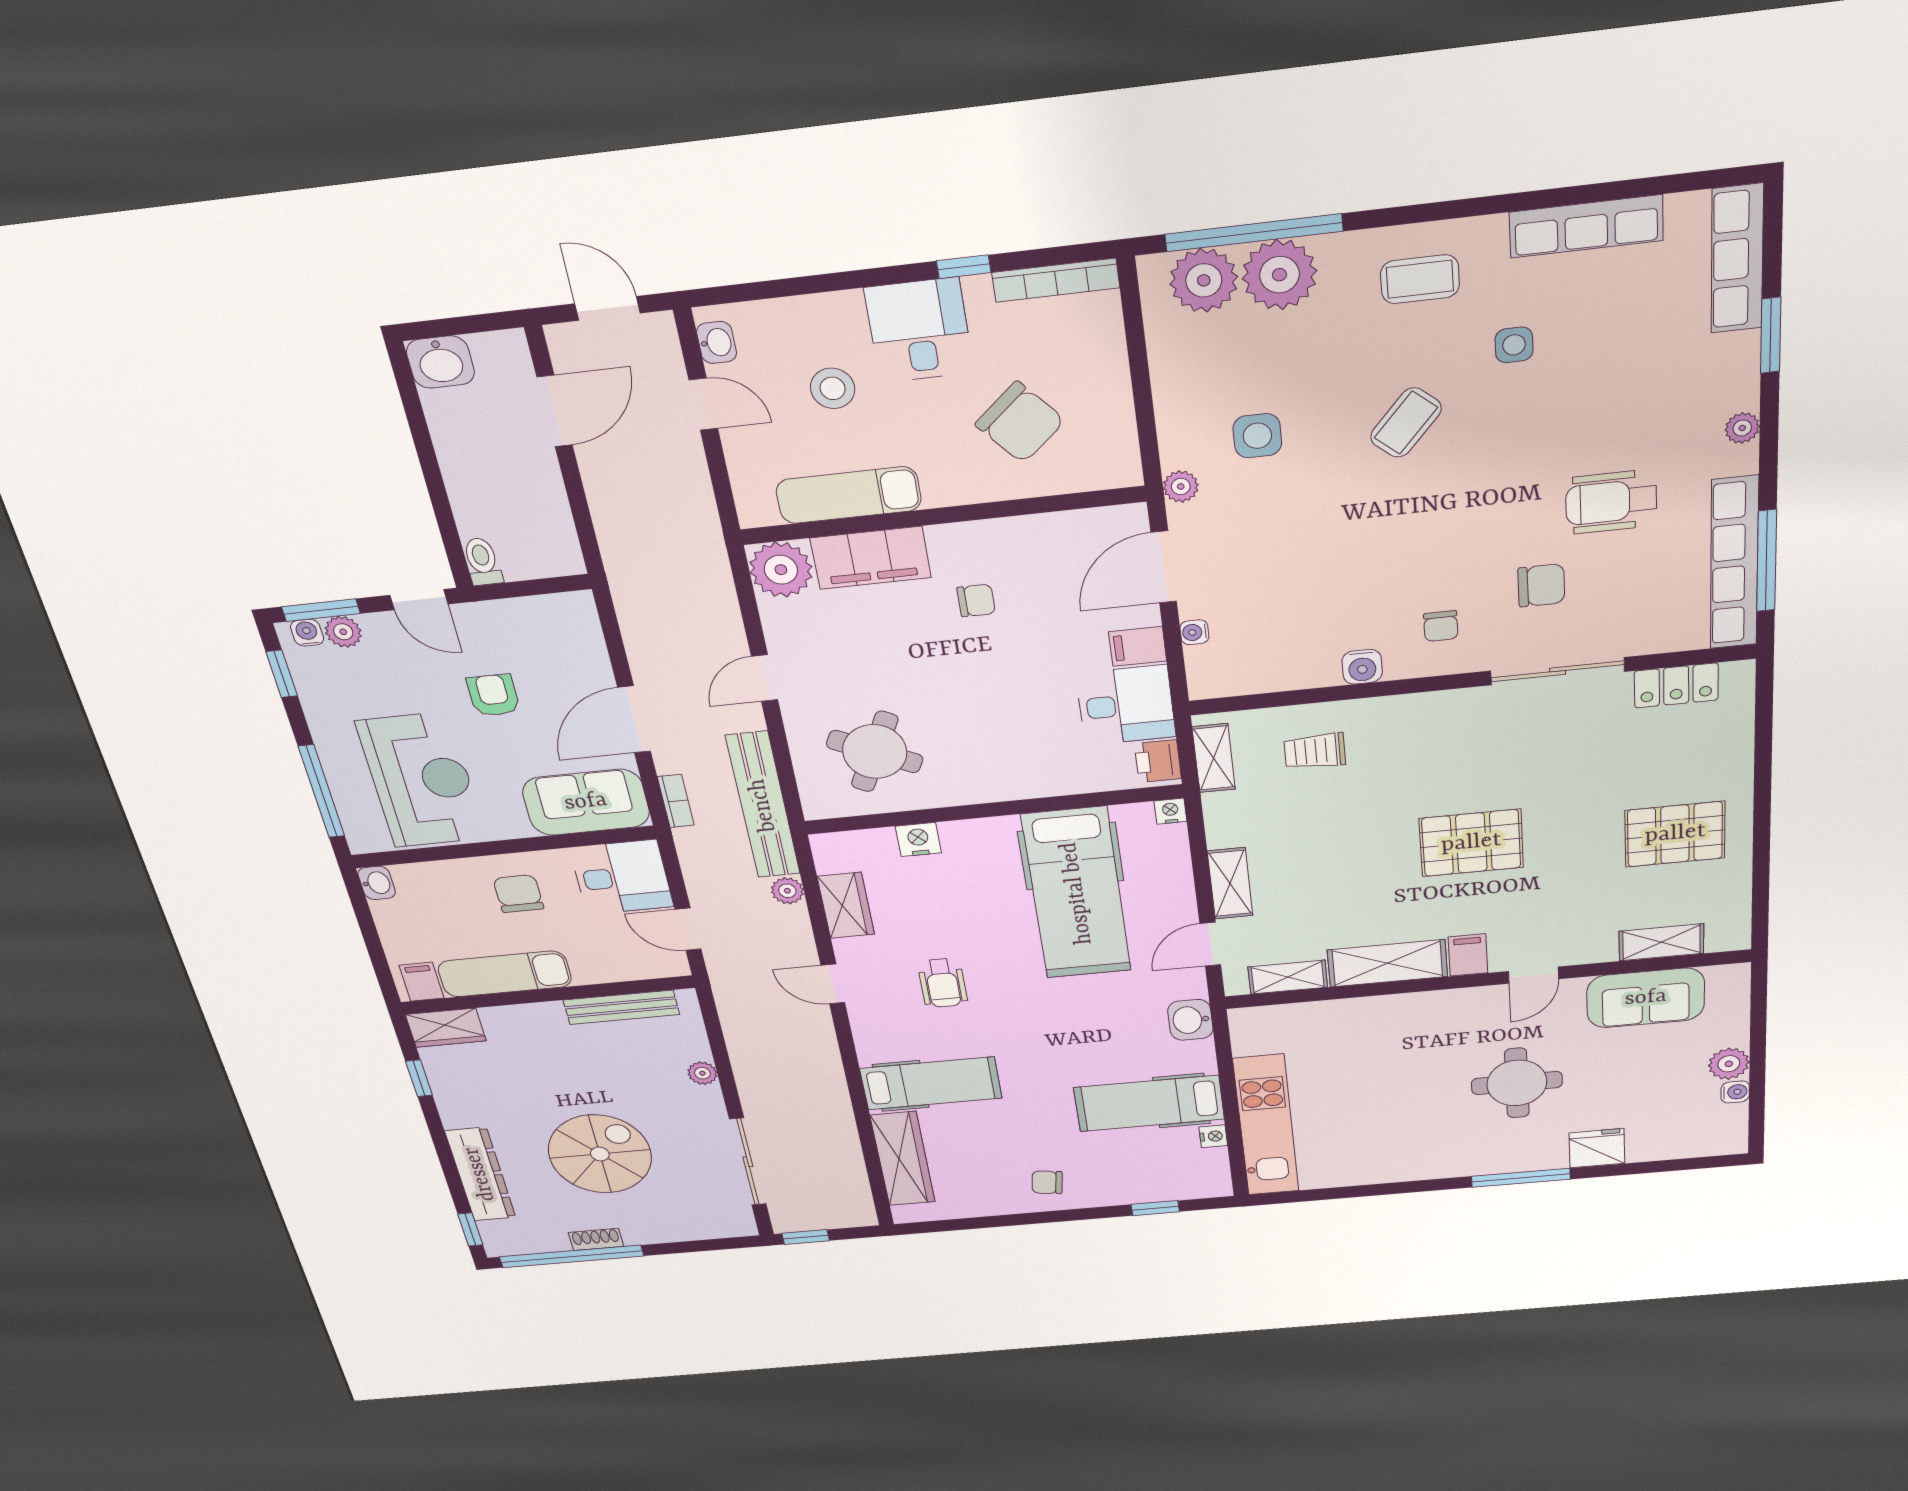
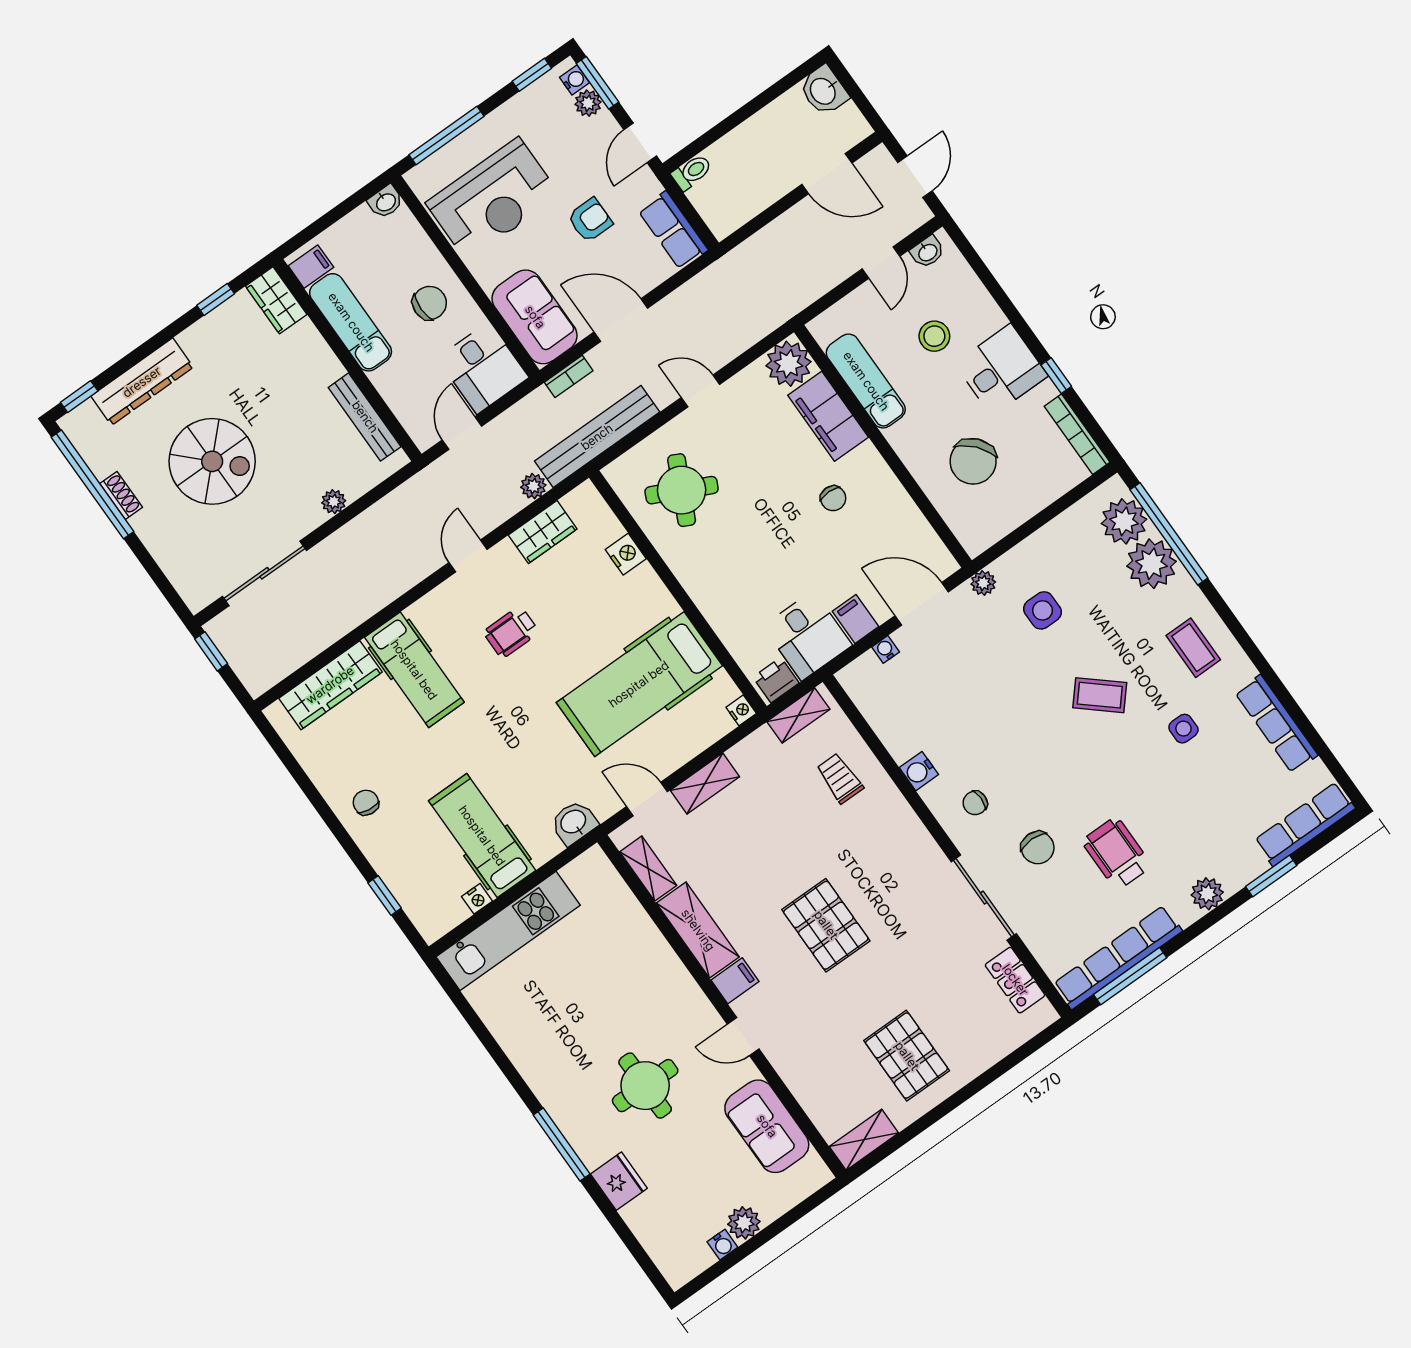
plant: (1742, 428) -> (1207, 894), width x1.38, depth x1.38
row of seats: (548, 615) -> (673, 230), added
shelving: (1661, 942) -> (864, 1140), moved, turned 90

